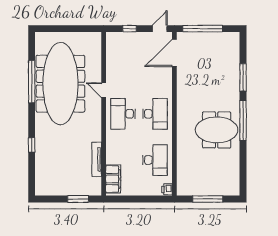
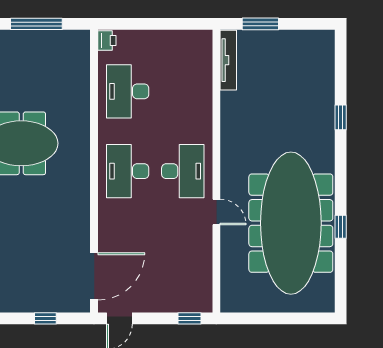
window: (129, 29) -> (189, 318), moved
window: (203, 29) -> (45, 318), width x0.32
window: (32, 82) -> (341, 227), width x0.32
tv unit: (97, 159) -> (228, 60), moved
filing cabinet: (113, 179) -> (200, 58), removed

